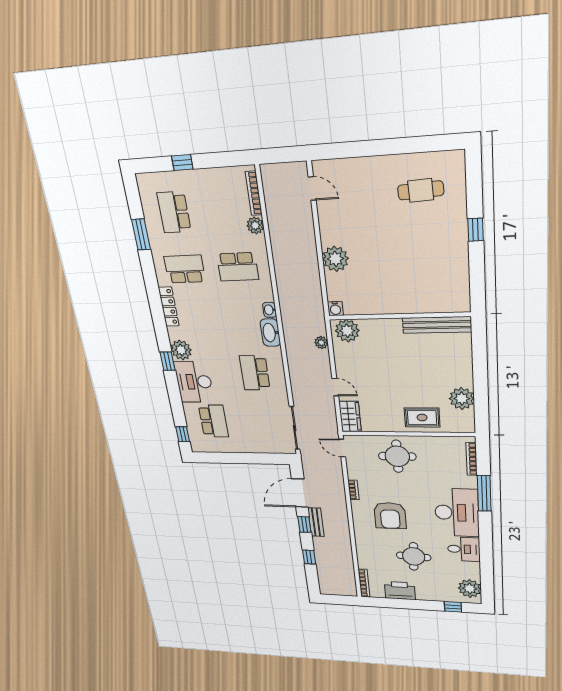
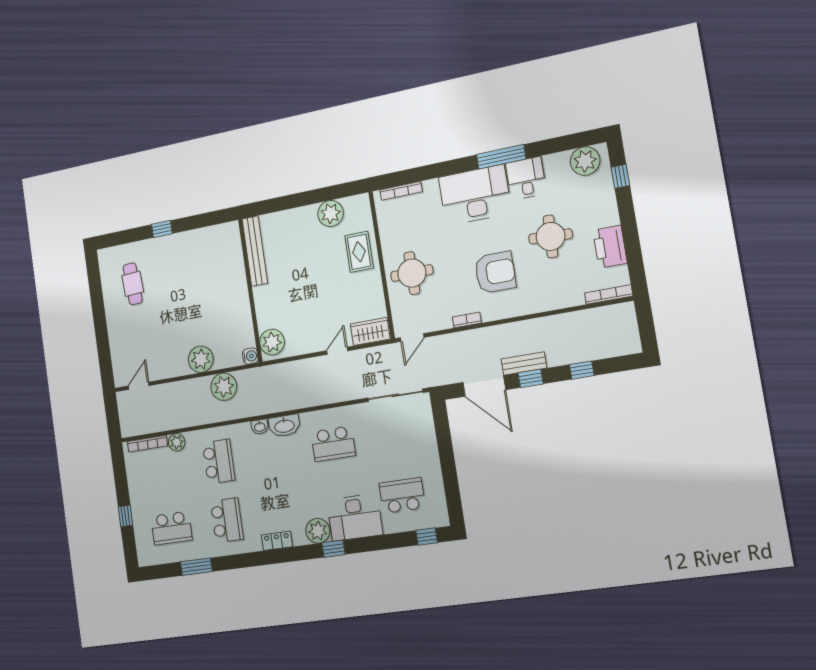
school desk: (185, 269) -> (227, 520), turned 180
locker: (169, 307) -> (277, 541), width x0.66
plant: (321, 343) -> (224, 387), moved, width x1.88, depth x1.88
window: (484, 493) -> (501, 157), moved

